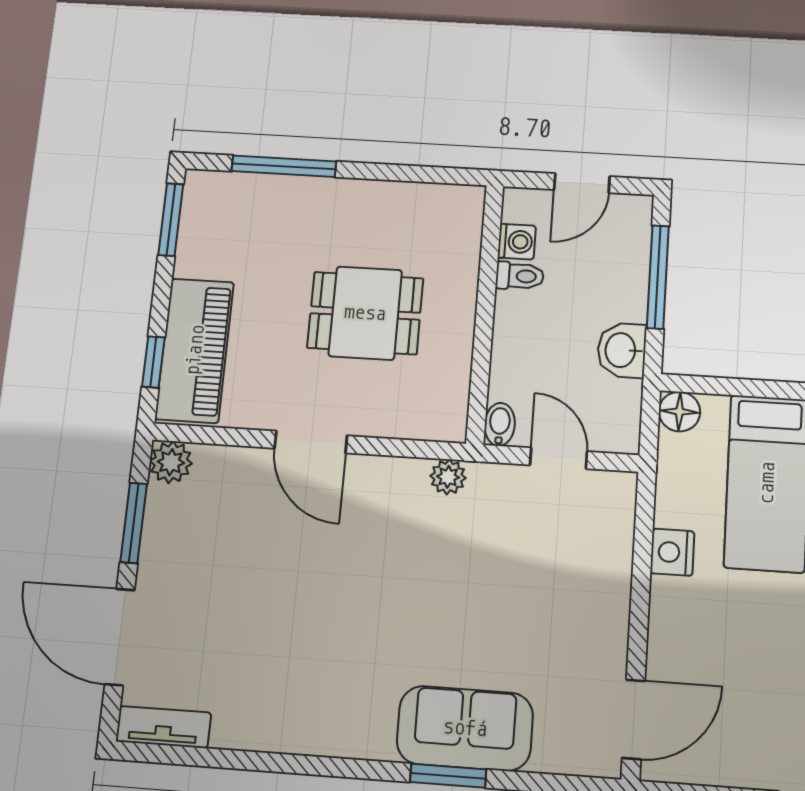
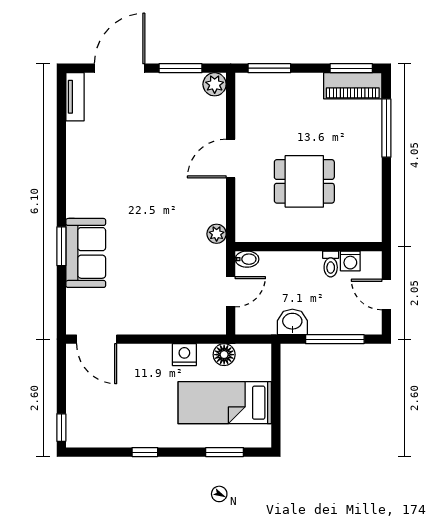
dining table: (365, 313) -> (304, 181), turned 90
piano: (195, 350) -> (353, 86), moved, width x0.73, depth x0.75
window: (153, 362) -> (269, 68), width x1.50
floor lamp: (679, 412) -> (224, 355), moved

